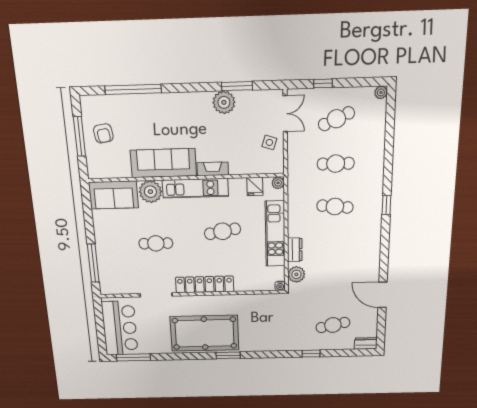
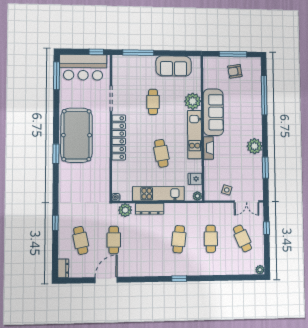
plant: (224, 102) -> (255, 146), moved
sofa: (114, 195) -> (174, 66), moved, turned -90
dresser: (295, 250) -> (150, 209), width x1.44
cafe table: (334, 287) -> (114, 240), added
window: (99, 313) -> (96, 52), added

